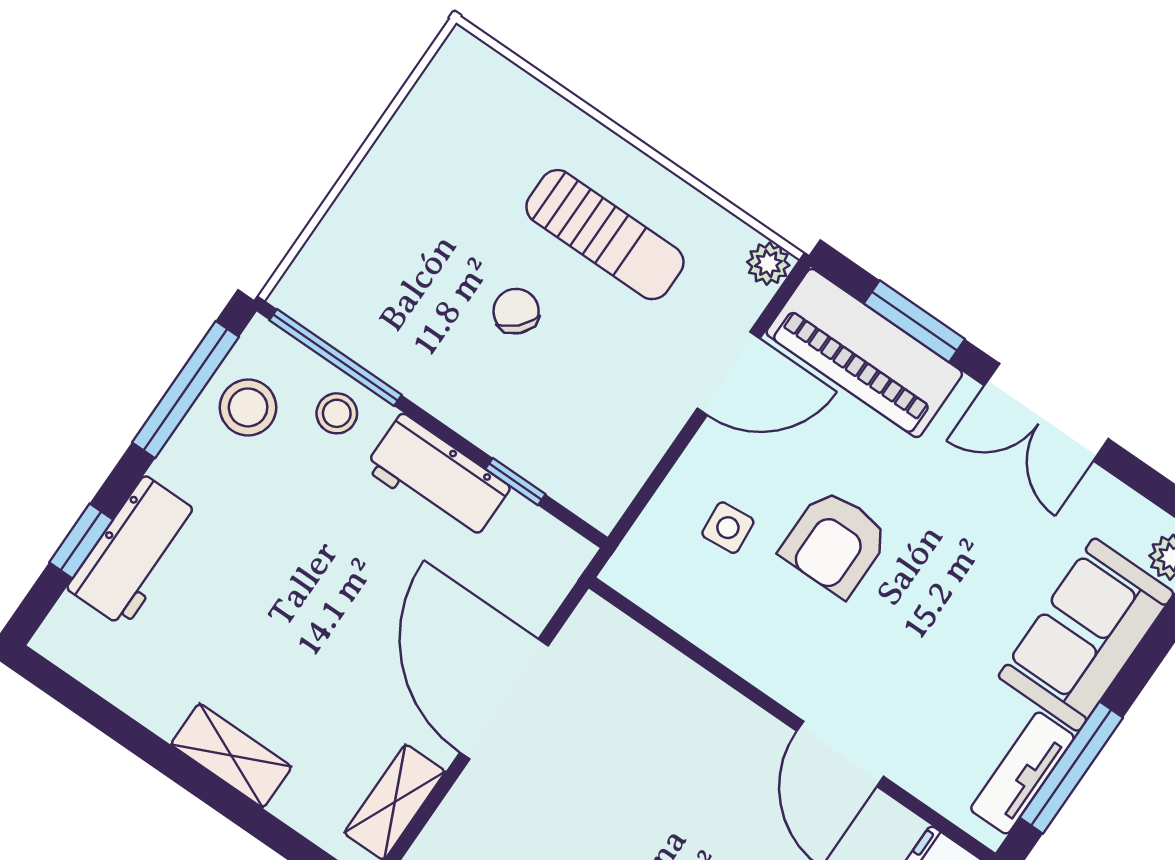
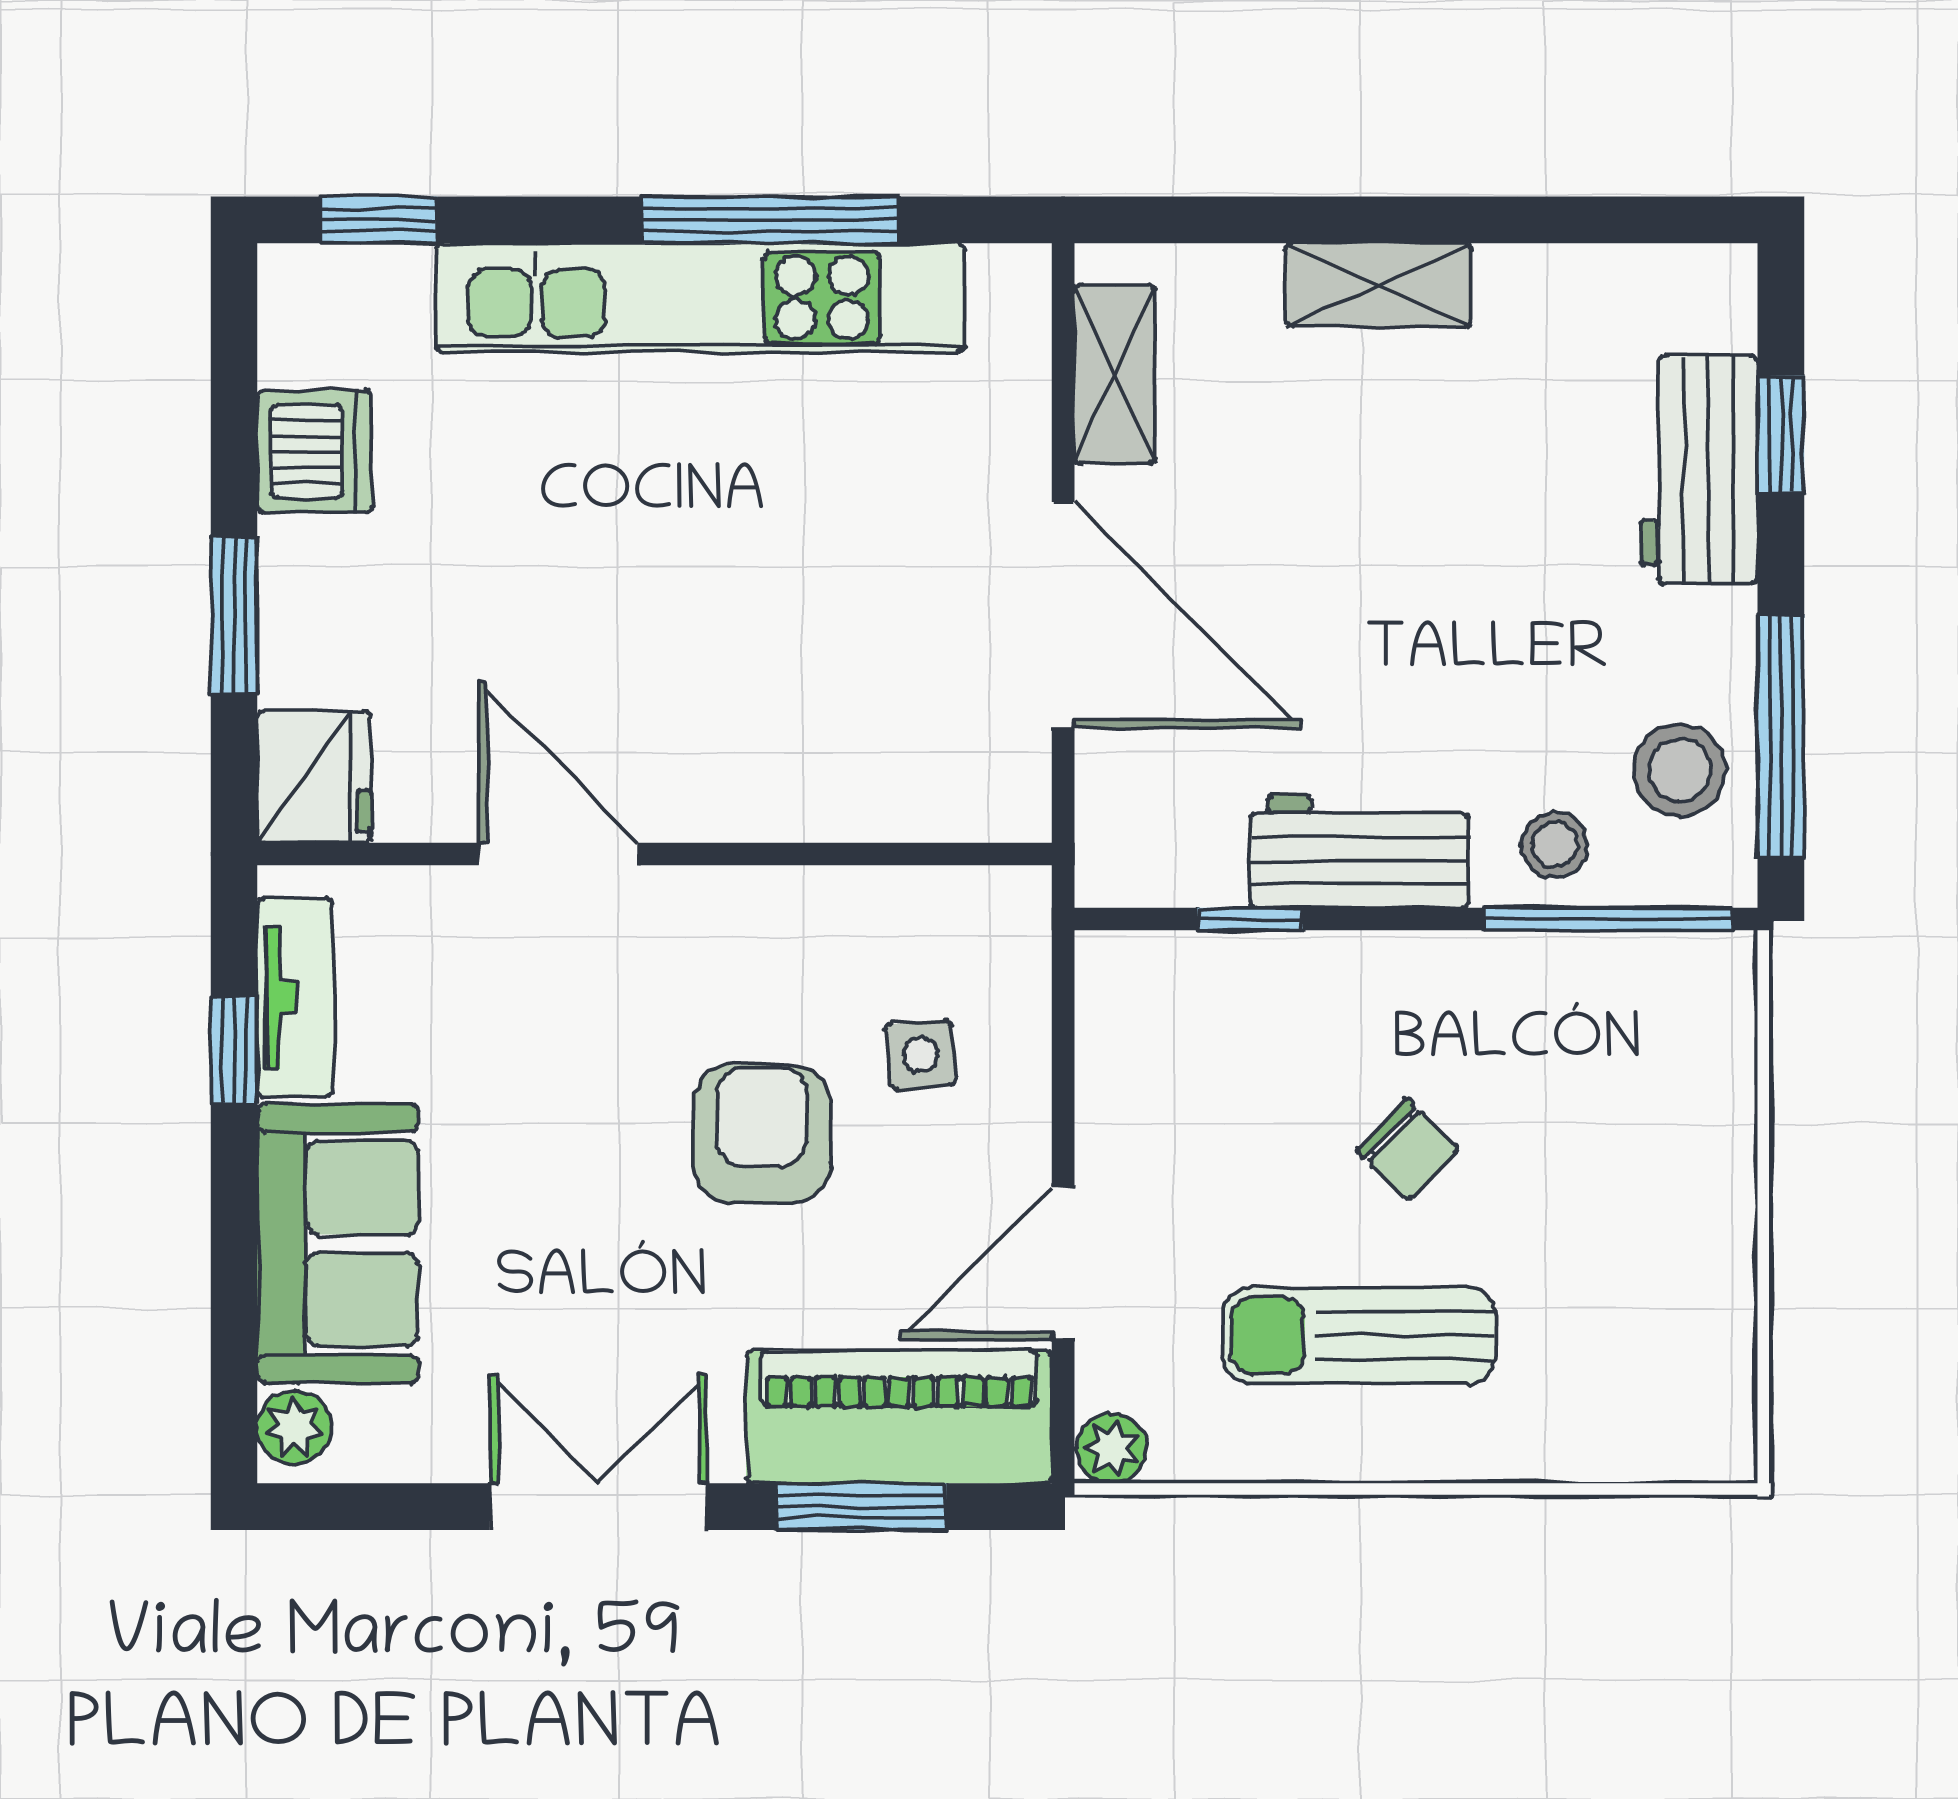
window: (1071, 768) -> (234, 1050), width x0.46

